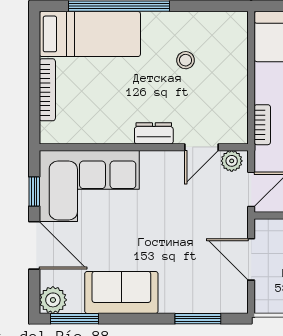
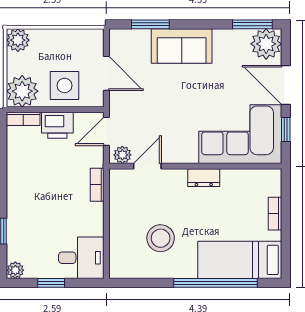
stool: (186, 60) -> (161, 238), width x1.89, depth x1.89
bookcase: (47, 90) -> (275, 214), width x0.64
dresser: (154, 133) -> (204, 178), moved
sofa: (121, 292) -> (182, 46), moved
plant: (53, 300) -> (266, 44), width x1.36, depth x1.36

